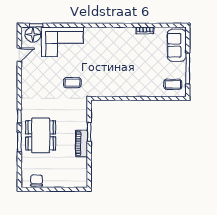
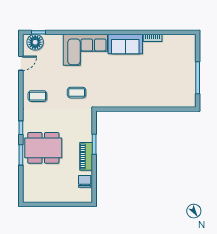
corner sofa: (62, 42) -> (85, 50), moved
sofa: (177, 45) -> (125, 44), moved, turned -90
coffee table: (173, 84) -> (37, 96), moved
dining table: (41, 135) -> (43, 148), turned 90
chair: (37, 180) -> (85, 181), moved

